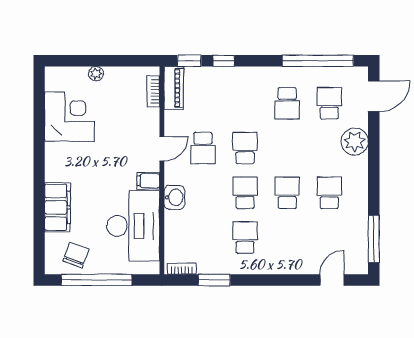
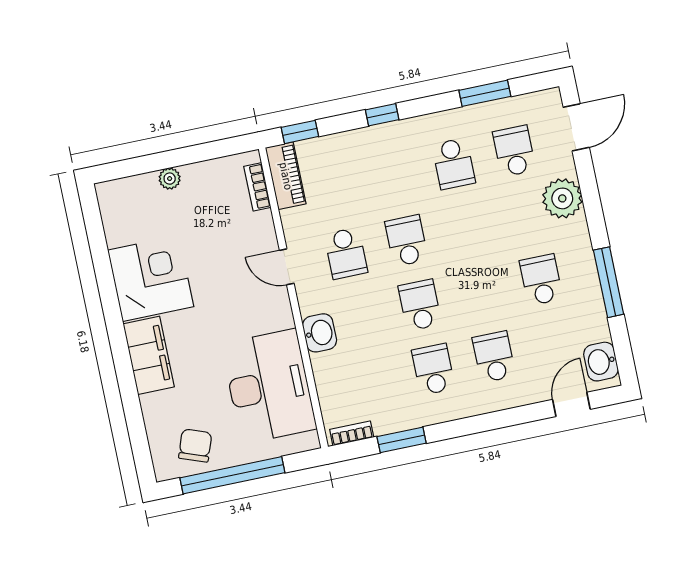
window: (224, 61) -> (382, 115), moved
window: (318, 61) -> (485, 93), width x0.47
corner desk: (70, 117) -> (151, 278), moved
door: (162, 149) -> (287, 267), swing flipped
filing cabinet: (148, 181) -> (277, 317), removed
school desk: (287, 193) -> (494, 357), moved
filing cabinet: (57, 207) -> (149, 355), moved
window: (374, 239) -> (609, 282), moved
washbasin: (358, 256) -> (601, 362), added

